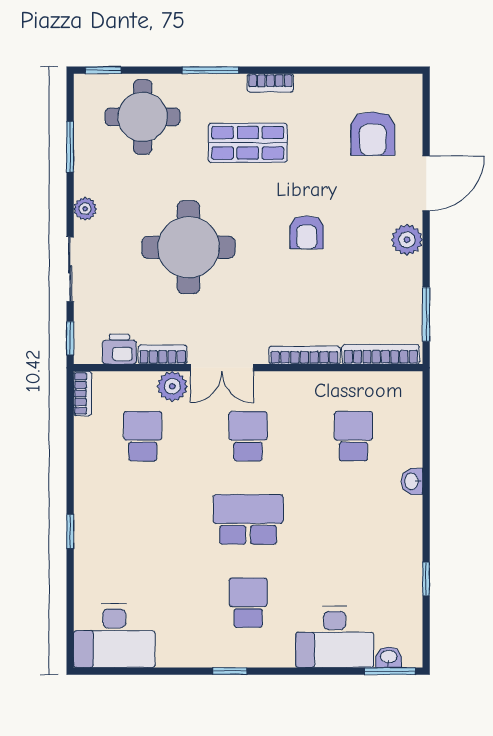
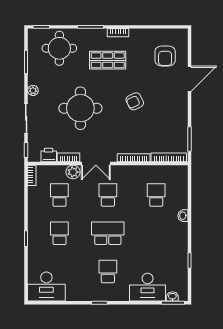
armchair: (307, 232) -> (135, 101), turned 64
plant: (407, 240) -> (181, 105), removed
school desk: (143, 519) -> (59, 233), added

